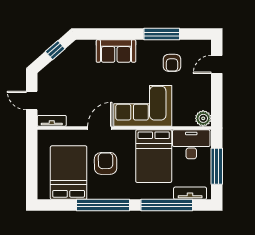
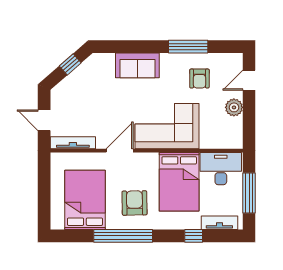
plant: (203, 118) -> (234, 107), moved
tv unit: (52, 121) -> (73, 143), width x1.41
armchair: (106, 163) -> (135, 203), moved
window: (167, 205) -> (194, 236), width x0.32

